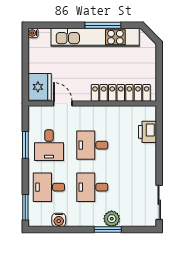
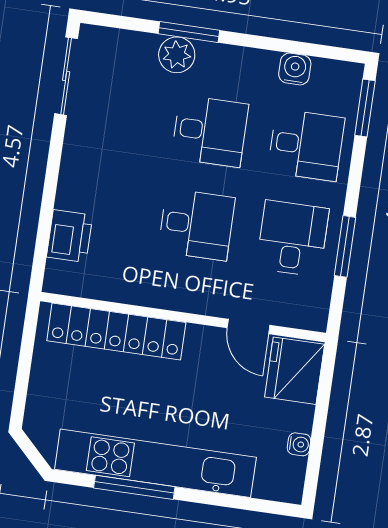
water cooler: (33, 33) -> (299, 444), moved

